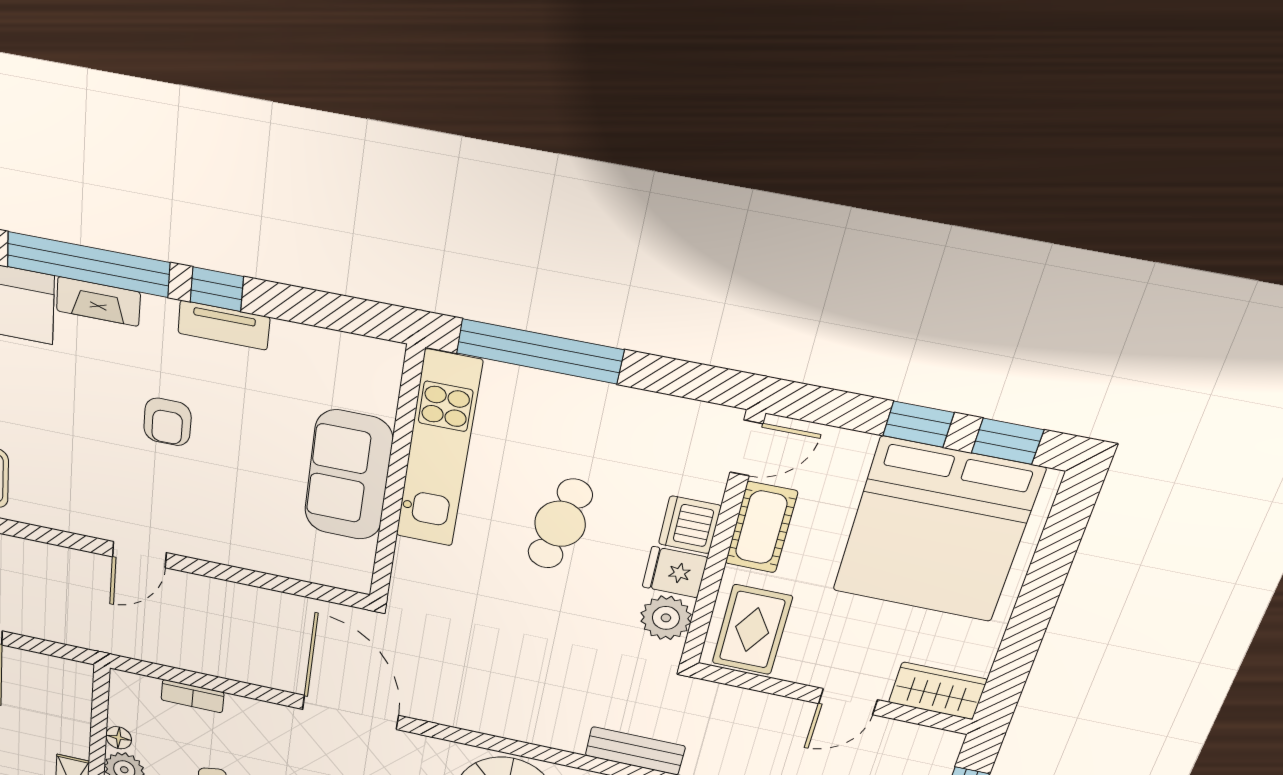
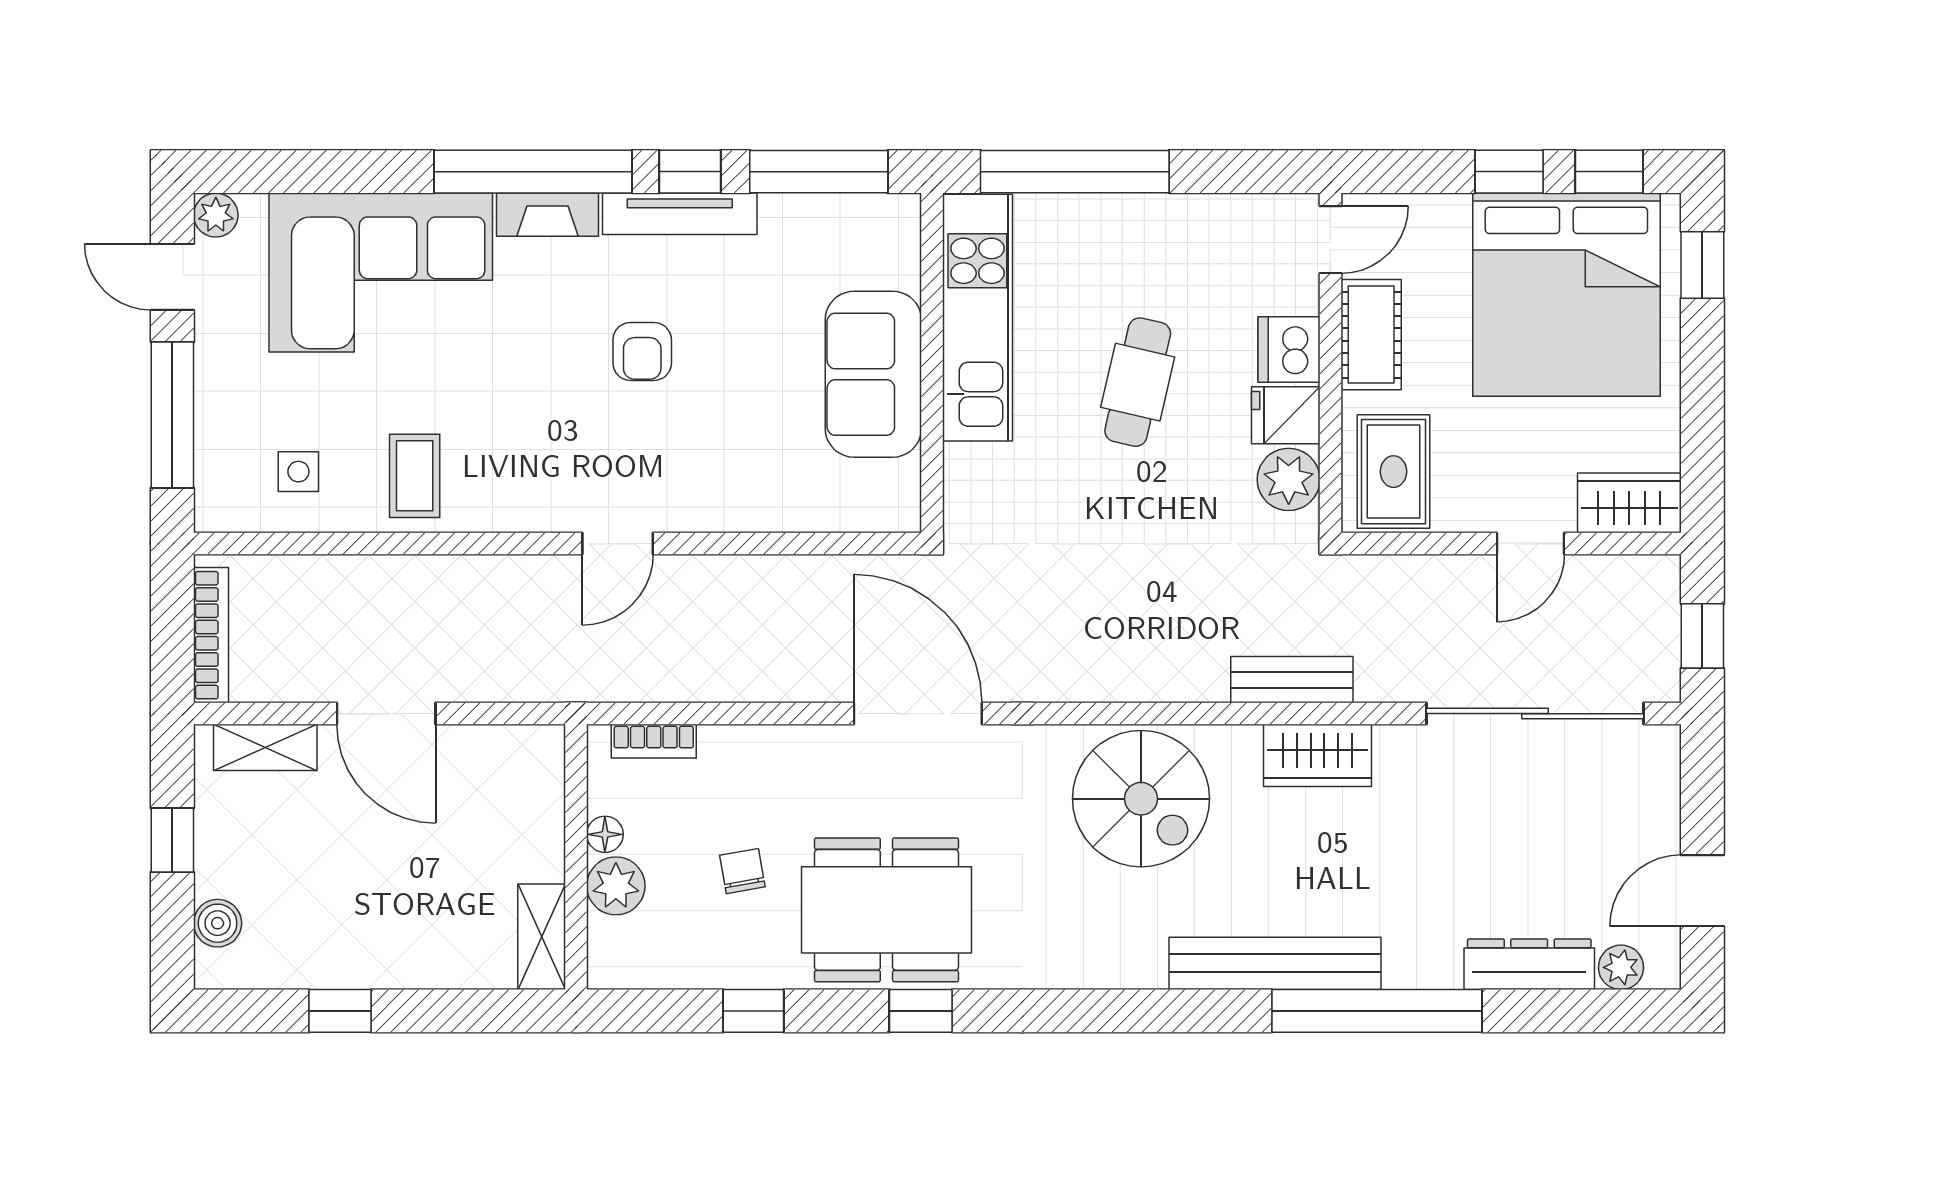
window: (324, 310) -> (819, 172), added
tv unit: (224, 325) -> (680, 214), width x1.41
window: (1063, 531) -> (1702, 265), added
bookcase: (193, 696) -> (654, 741), moved

